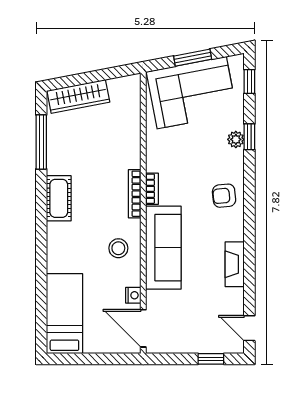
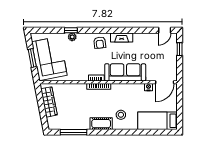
window: (249, 81) -> (44, 30), removed
wardrobe: (78, 96) -> (49, 102), moved
stool: (118, 248) -> (121, 115), moved
fireplace: (235, 264) -> (122, 37), moved

